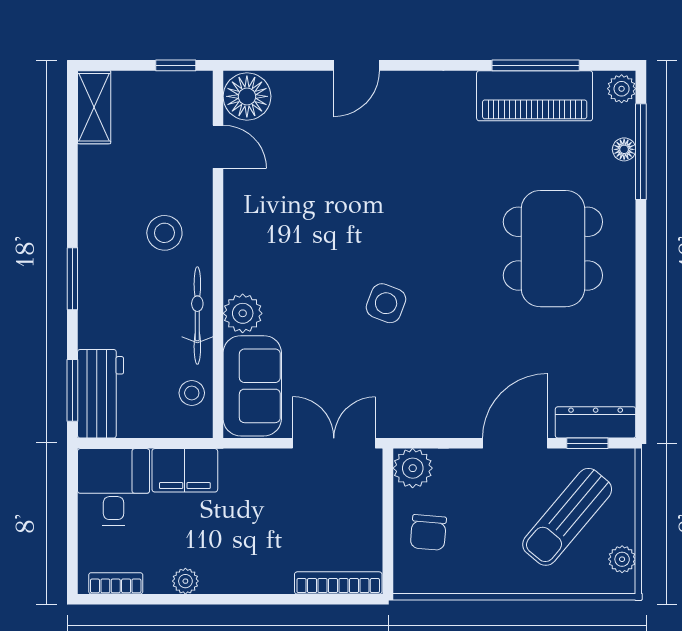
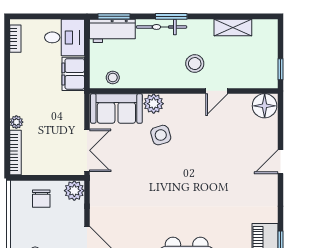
door: (356, 65) -> (280, 162), hinge flipped
shelving: (94, 107) -> (233, 27), moved
door: (218, 147) -> (217, 91), moved
side table: (386, 303) -> (161, 135), moved, turned -38
bicycle: (197, 315) -> (162, 27), moved, turned 180
chair: (428, 532) -> (41, 199), turned -95
plant: (185, 581) -> (16, 122), moved

